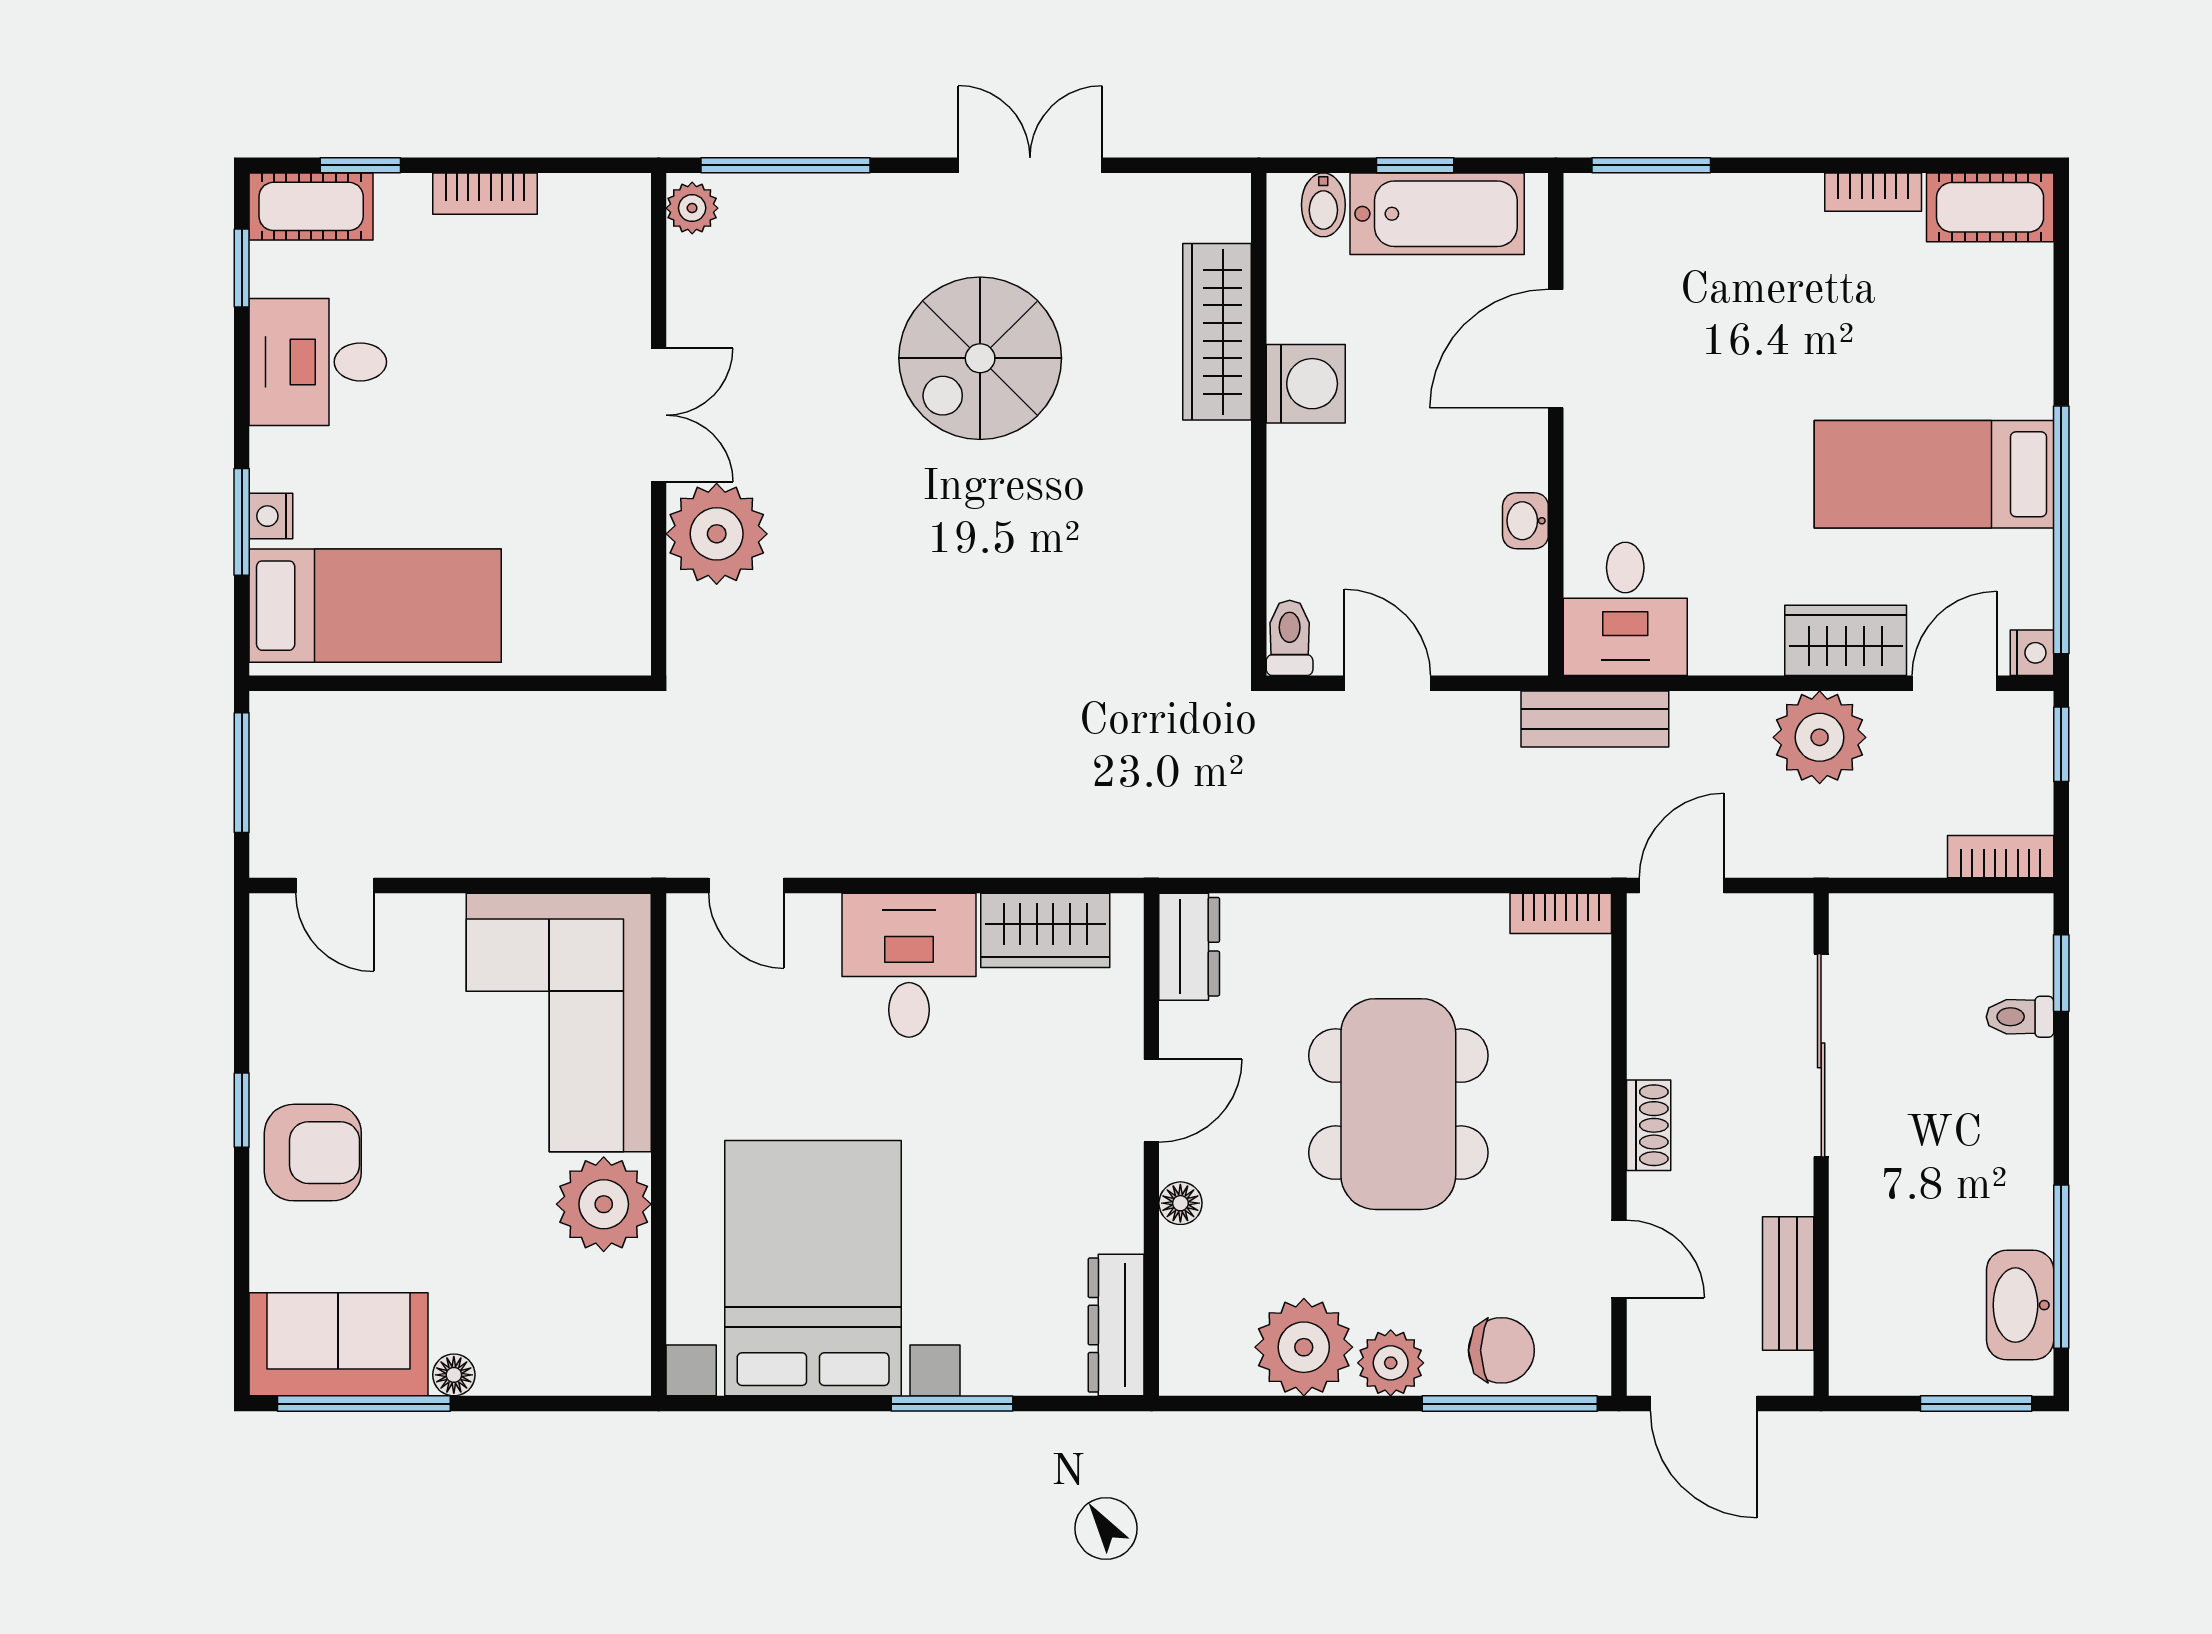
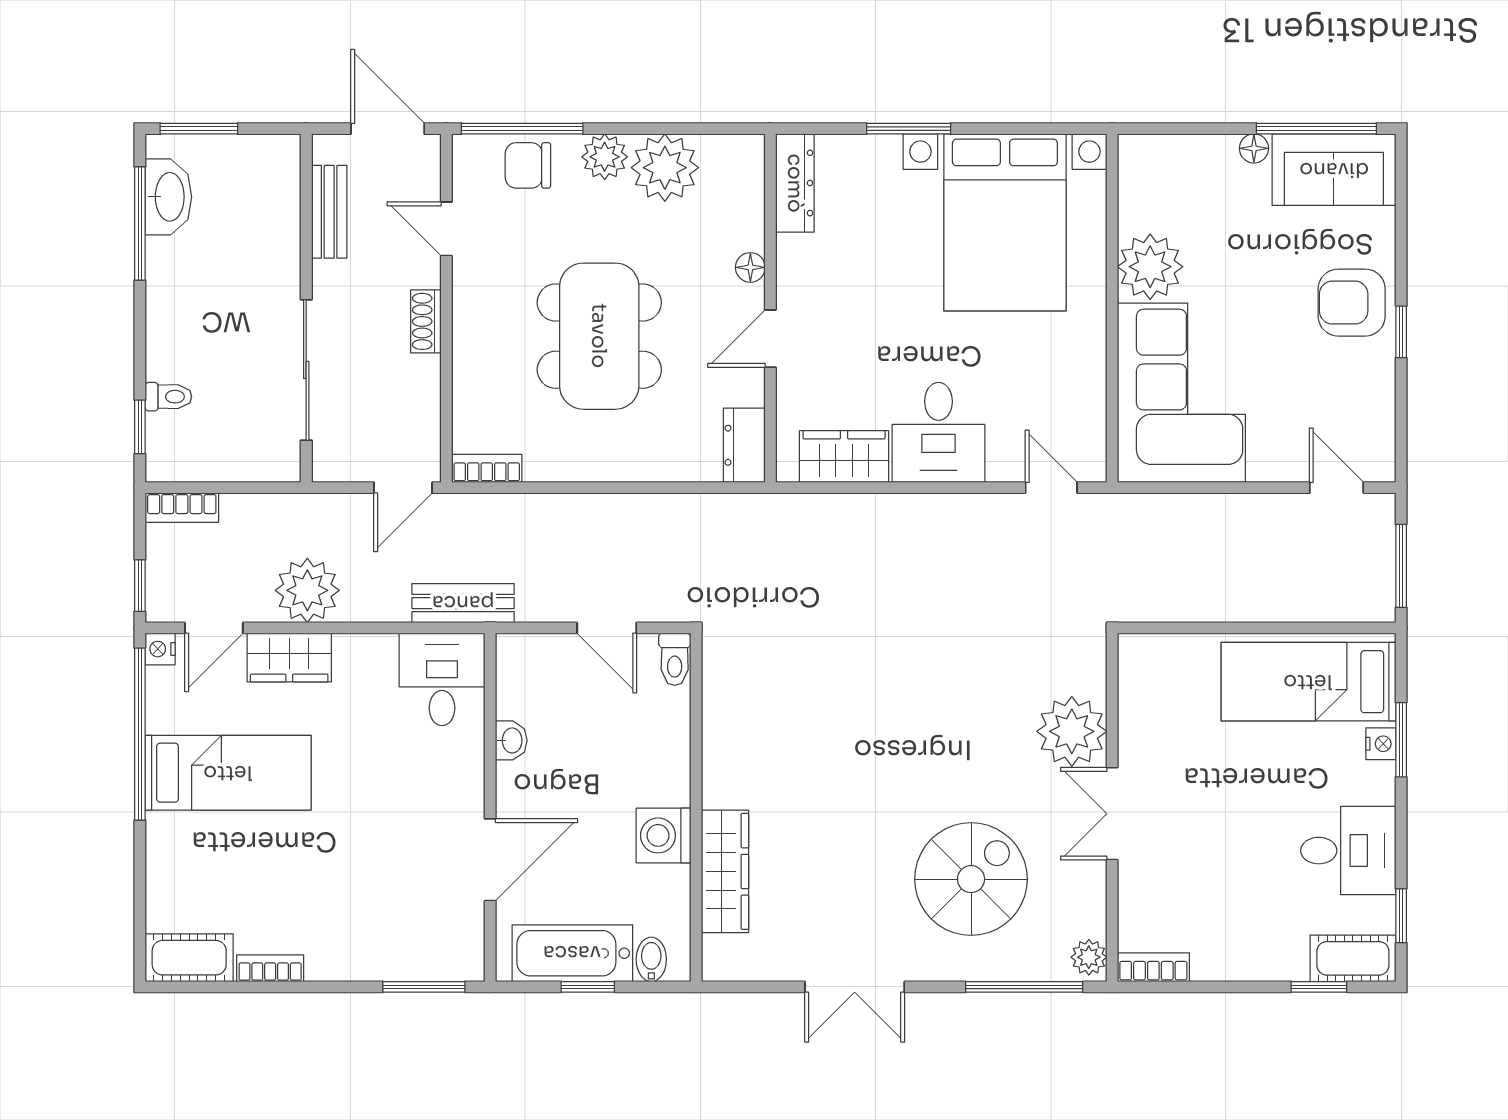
bookcase: (485, 194) -> (1153, 967), moved
spiral stairs: (980, 358) -> (971, 879), moved

